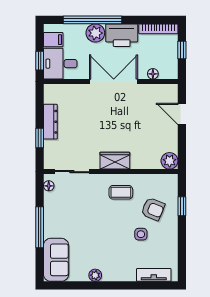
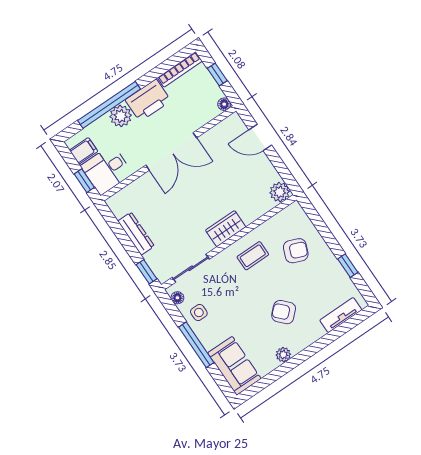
floor lamp: (153, 74) -> (224, 104), moved
double door: (114, 81) -> (171, 151), swing flipped
window: (40, 138) -> (146, 272), moved
window: (182, 206) -> (348, 266), moved
side table: (141, 234) -> (199, 313), moved
armchair: (115, 246) -> (284, 312), added

